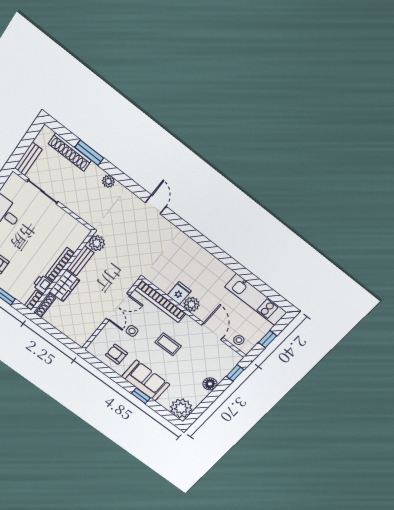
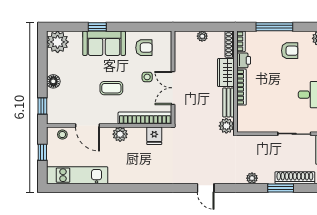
fridge: (179, 293) -> (154, 136), moved
plant: (63, 328) -> (202, 36), added

